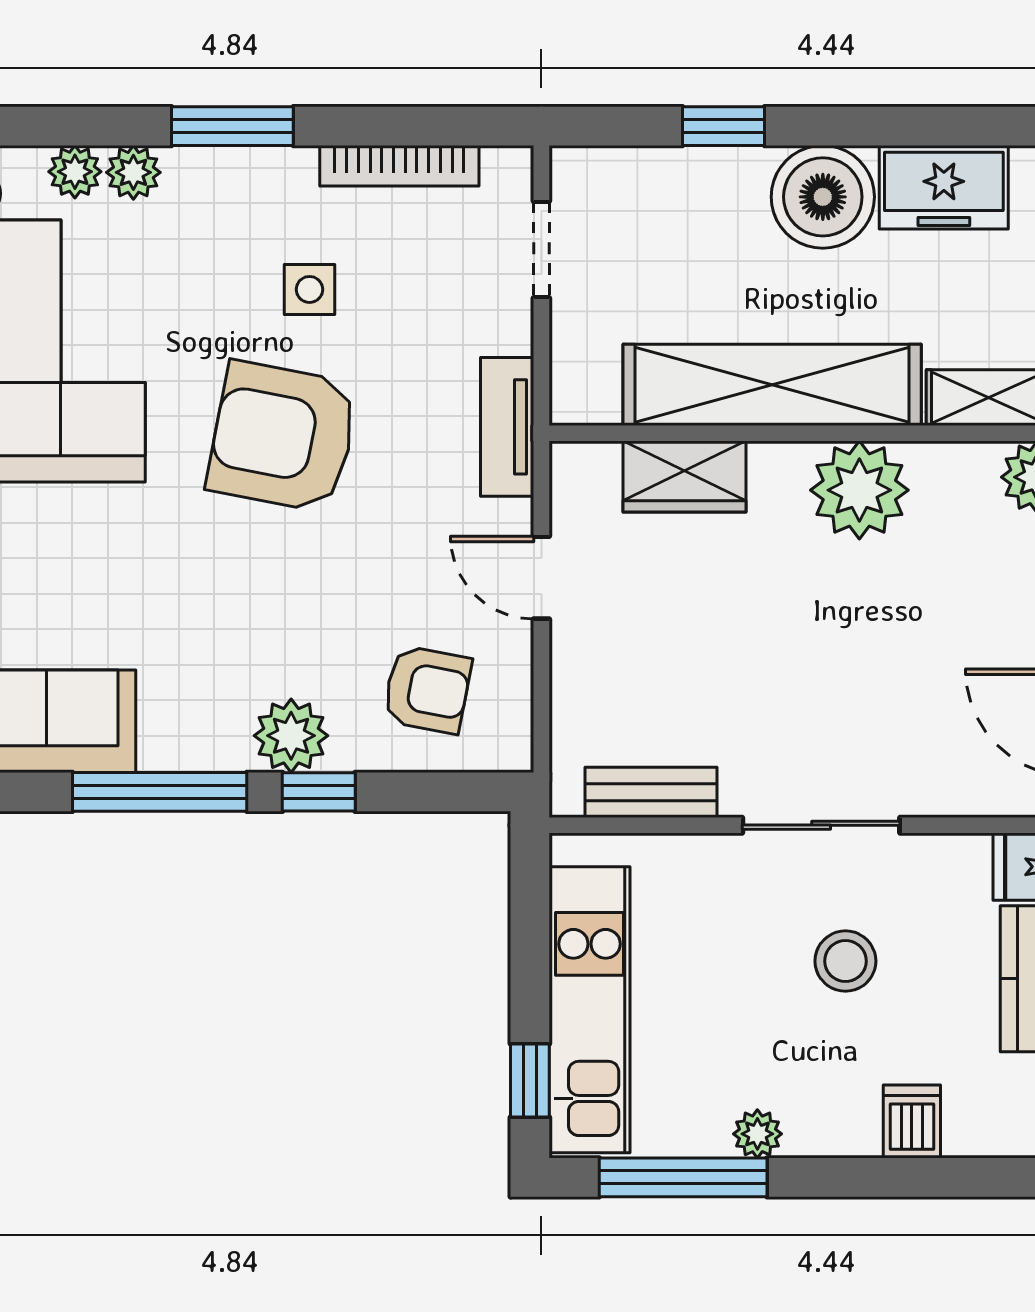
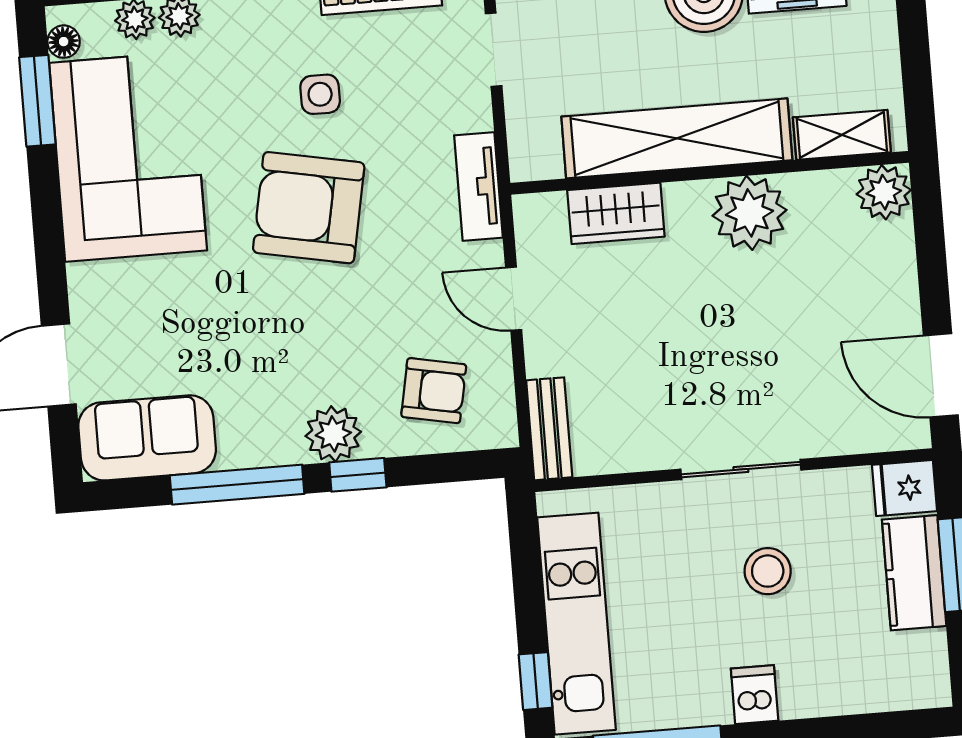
bench: (651, 792) -> (549, 429), moved, turned 90
dishwasher: (912, 1121) -> (755, 695), moved
plant: (757, 1134) -> (711, 708), removed

